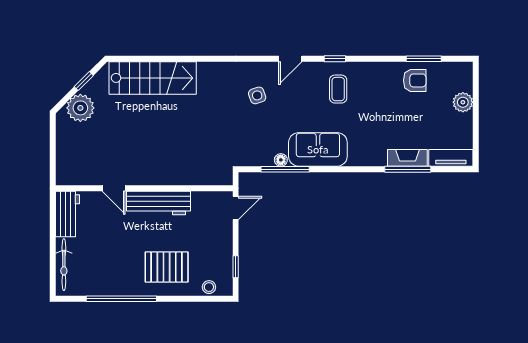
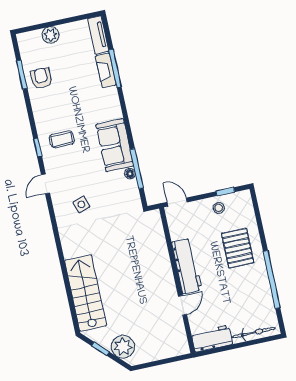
door: (290, 59) -> (45, 184), swing flipped
stool: (209, 287) -> (219, 208), moved

